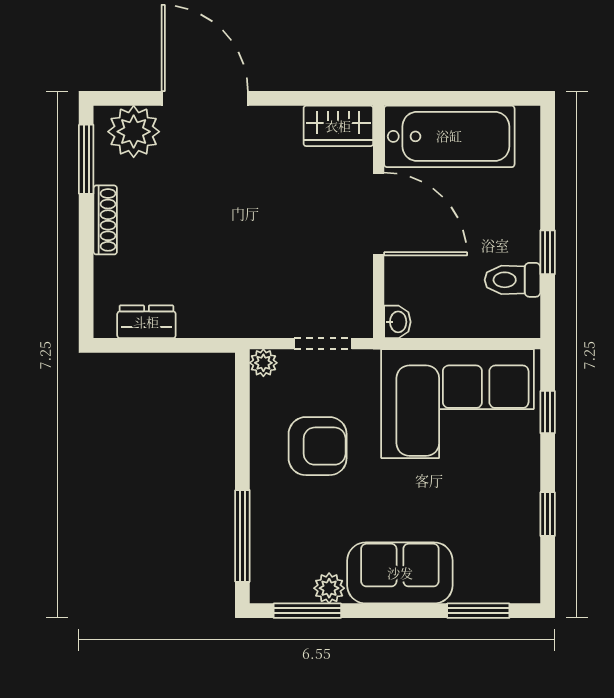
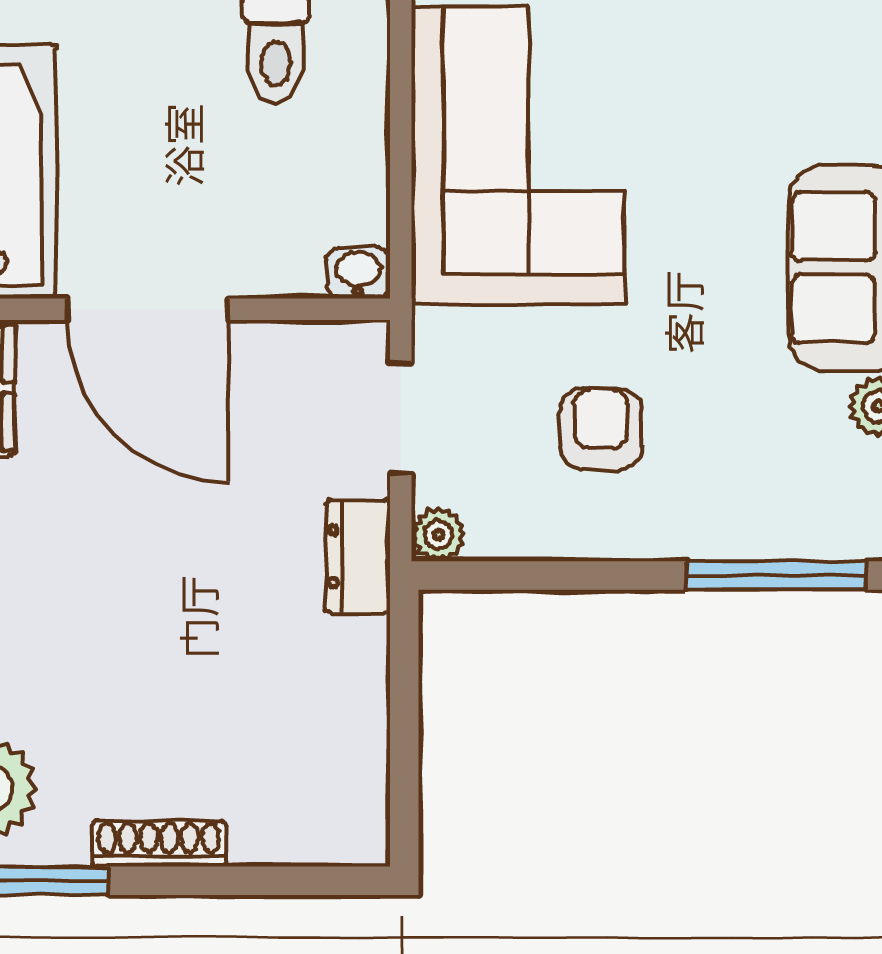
door: (379, 214) -> (147, 309), swing flipped
dresser: (146, 322) -> (358, 556), moved
armchair: (318, 446) -> (601, 429), width x0.72, depth x0.72

